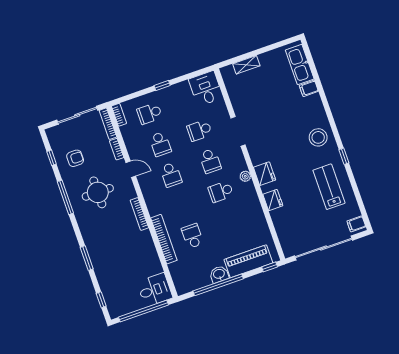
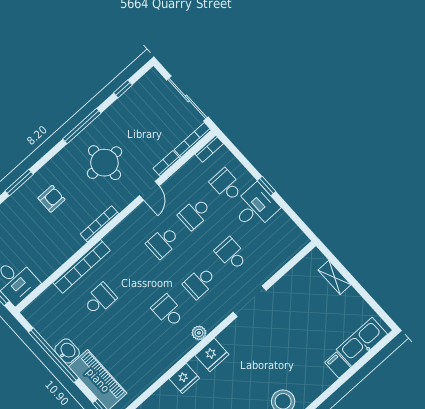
desk: (206, 89) -> (255, 207), moved
armchair: (75, 158) -> (52, 199), moved, turned -90

